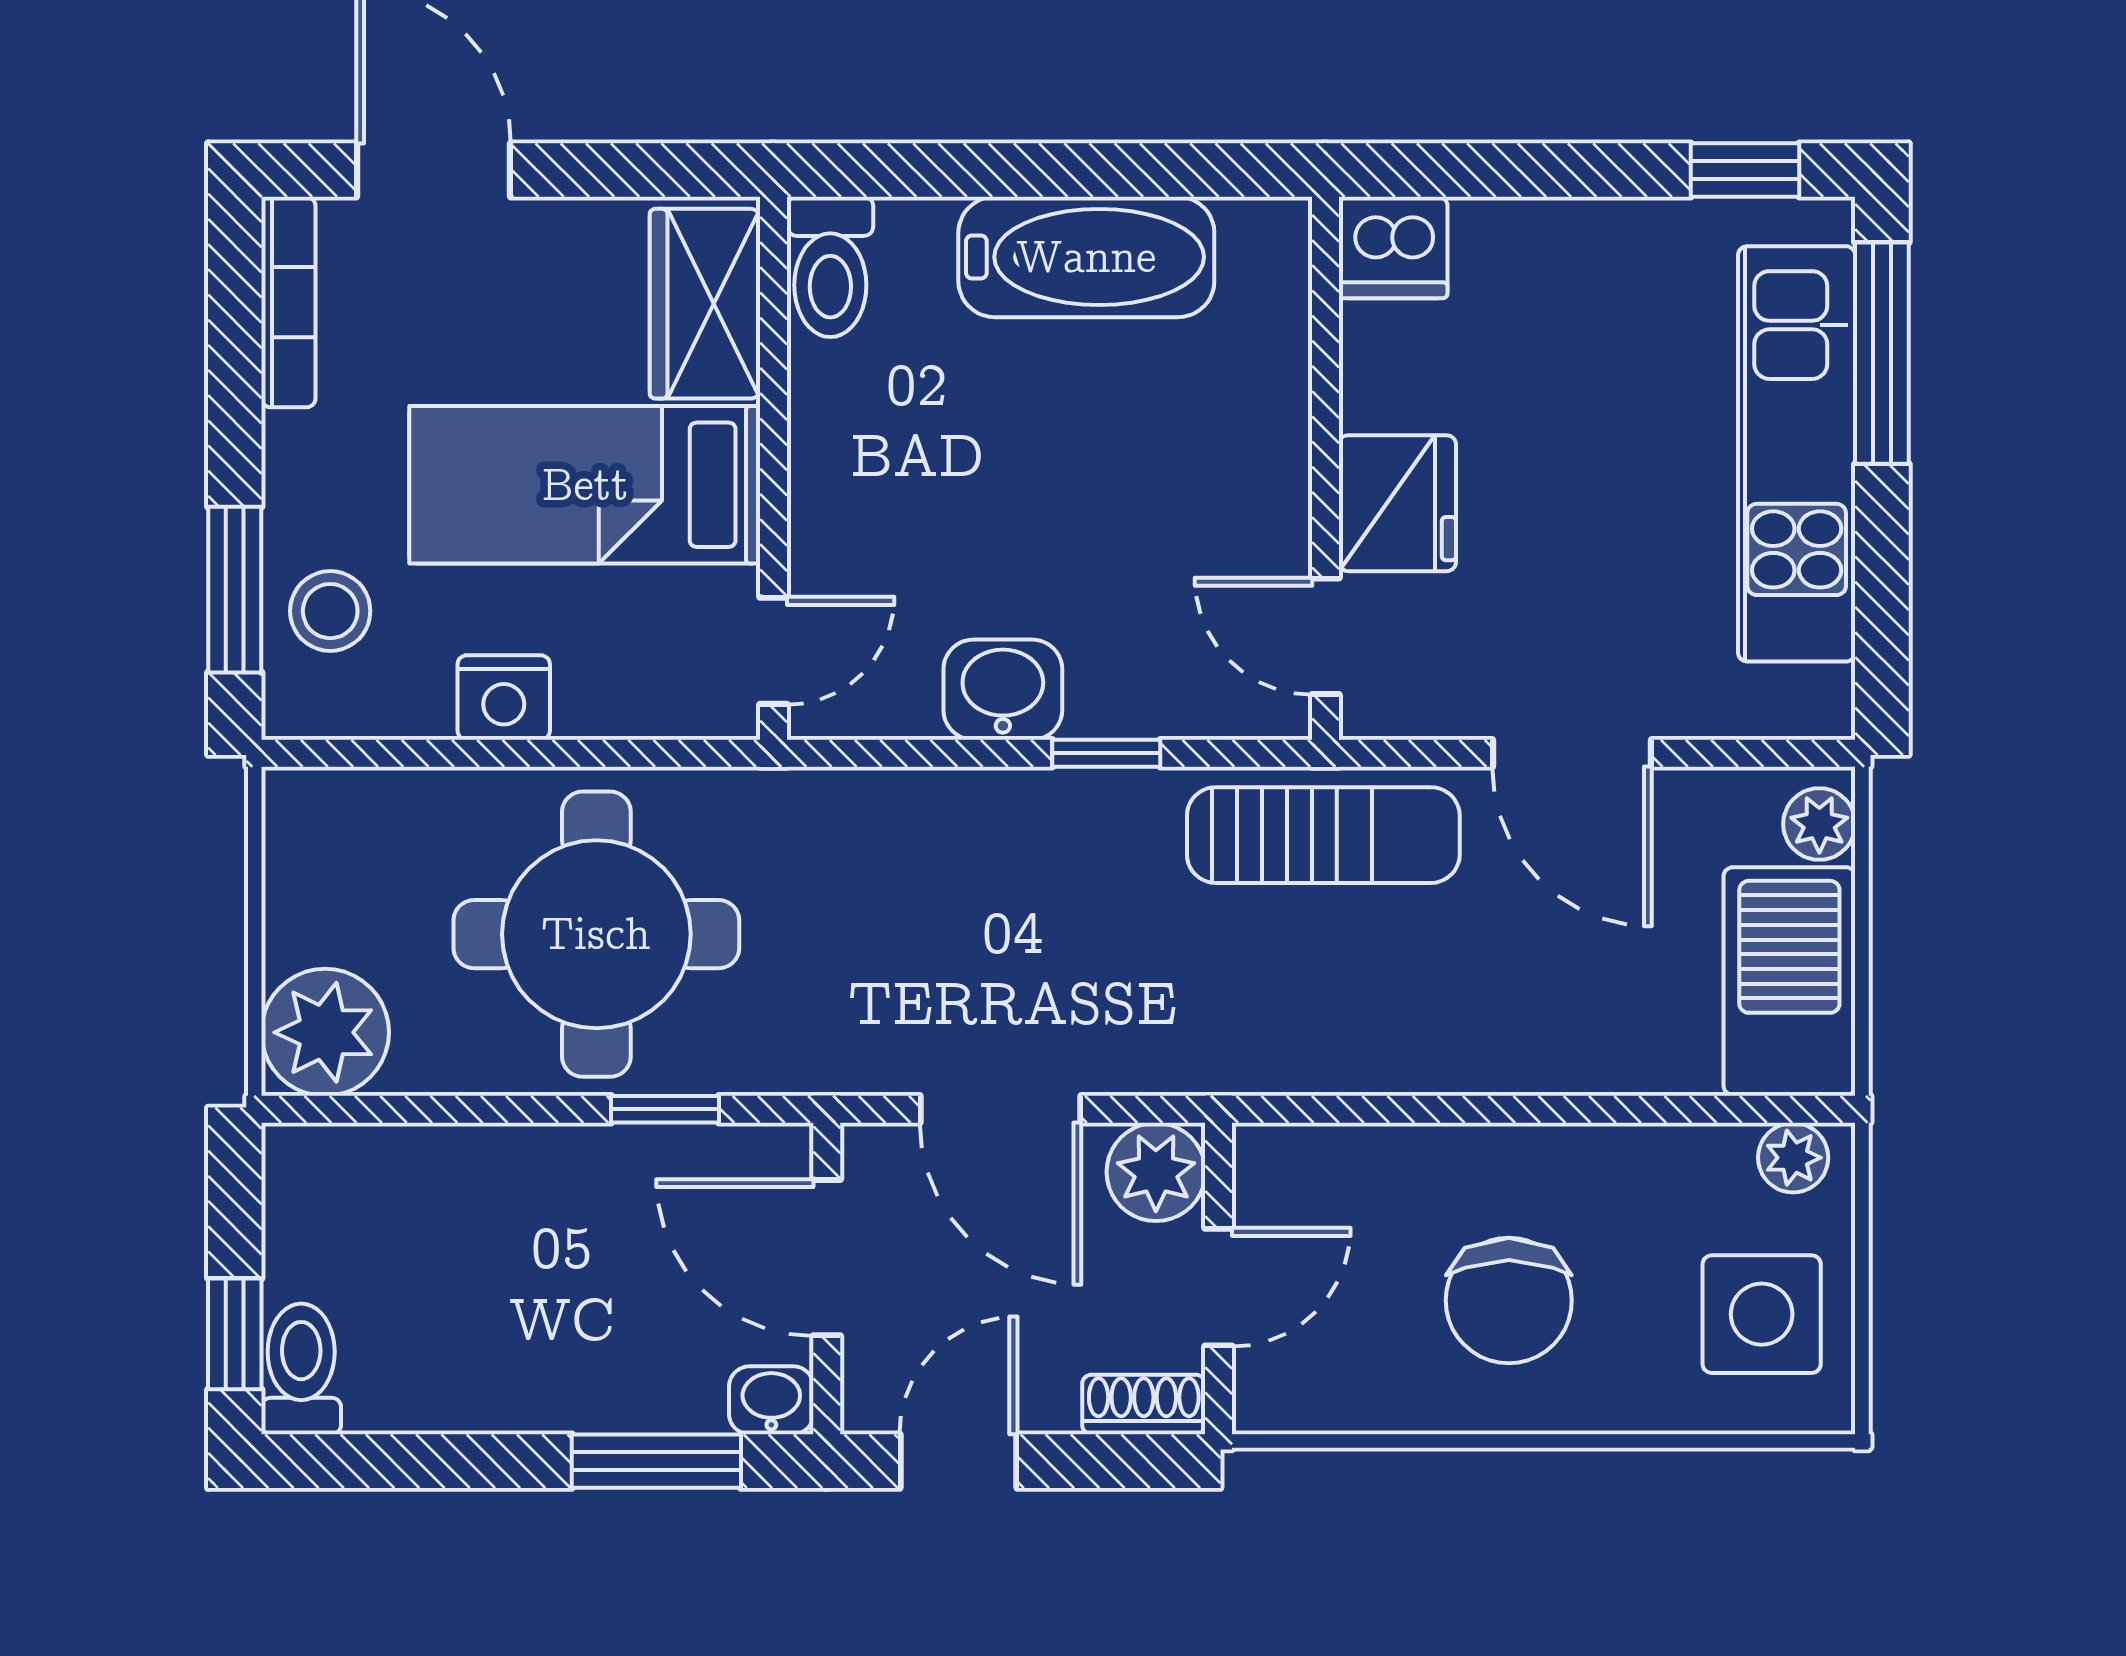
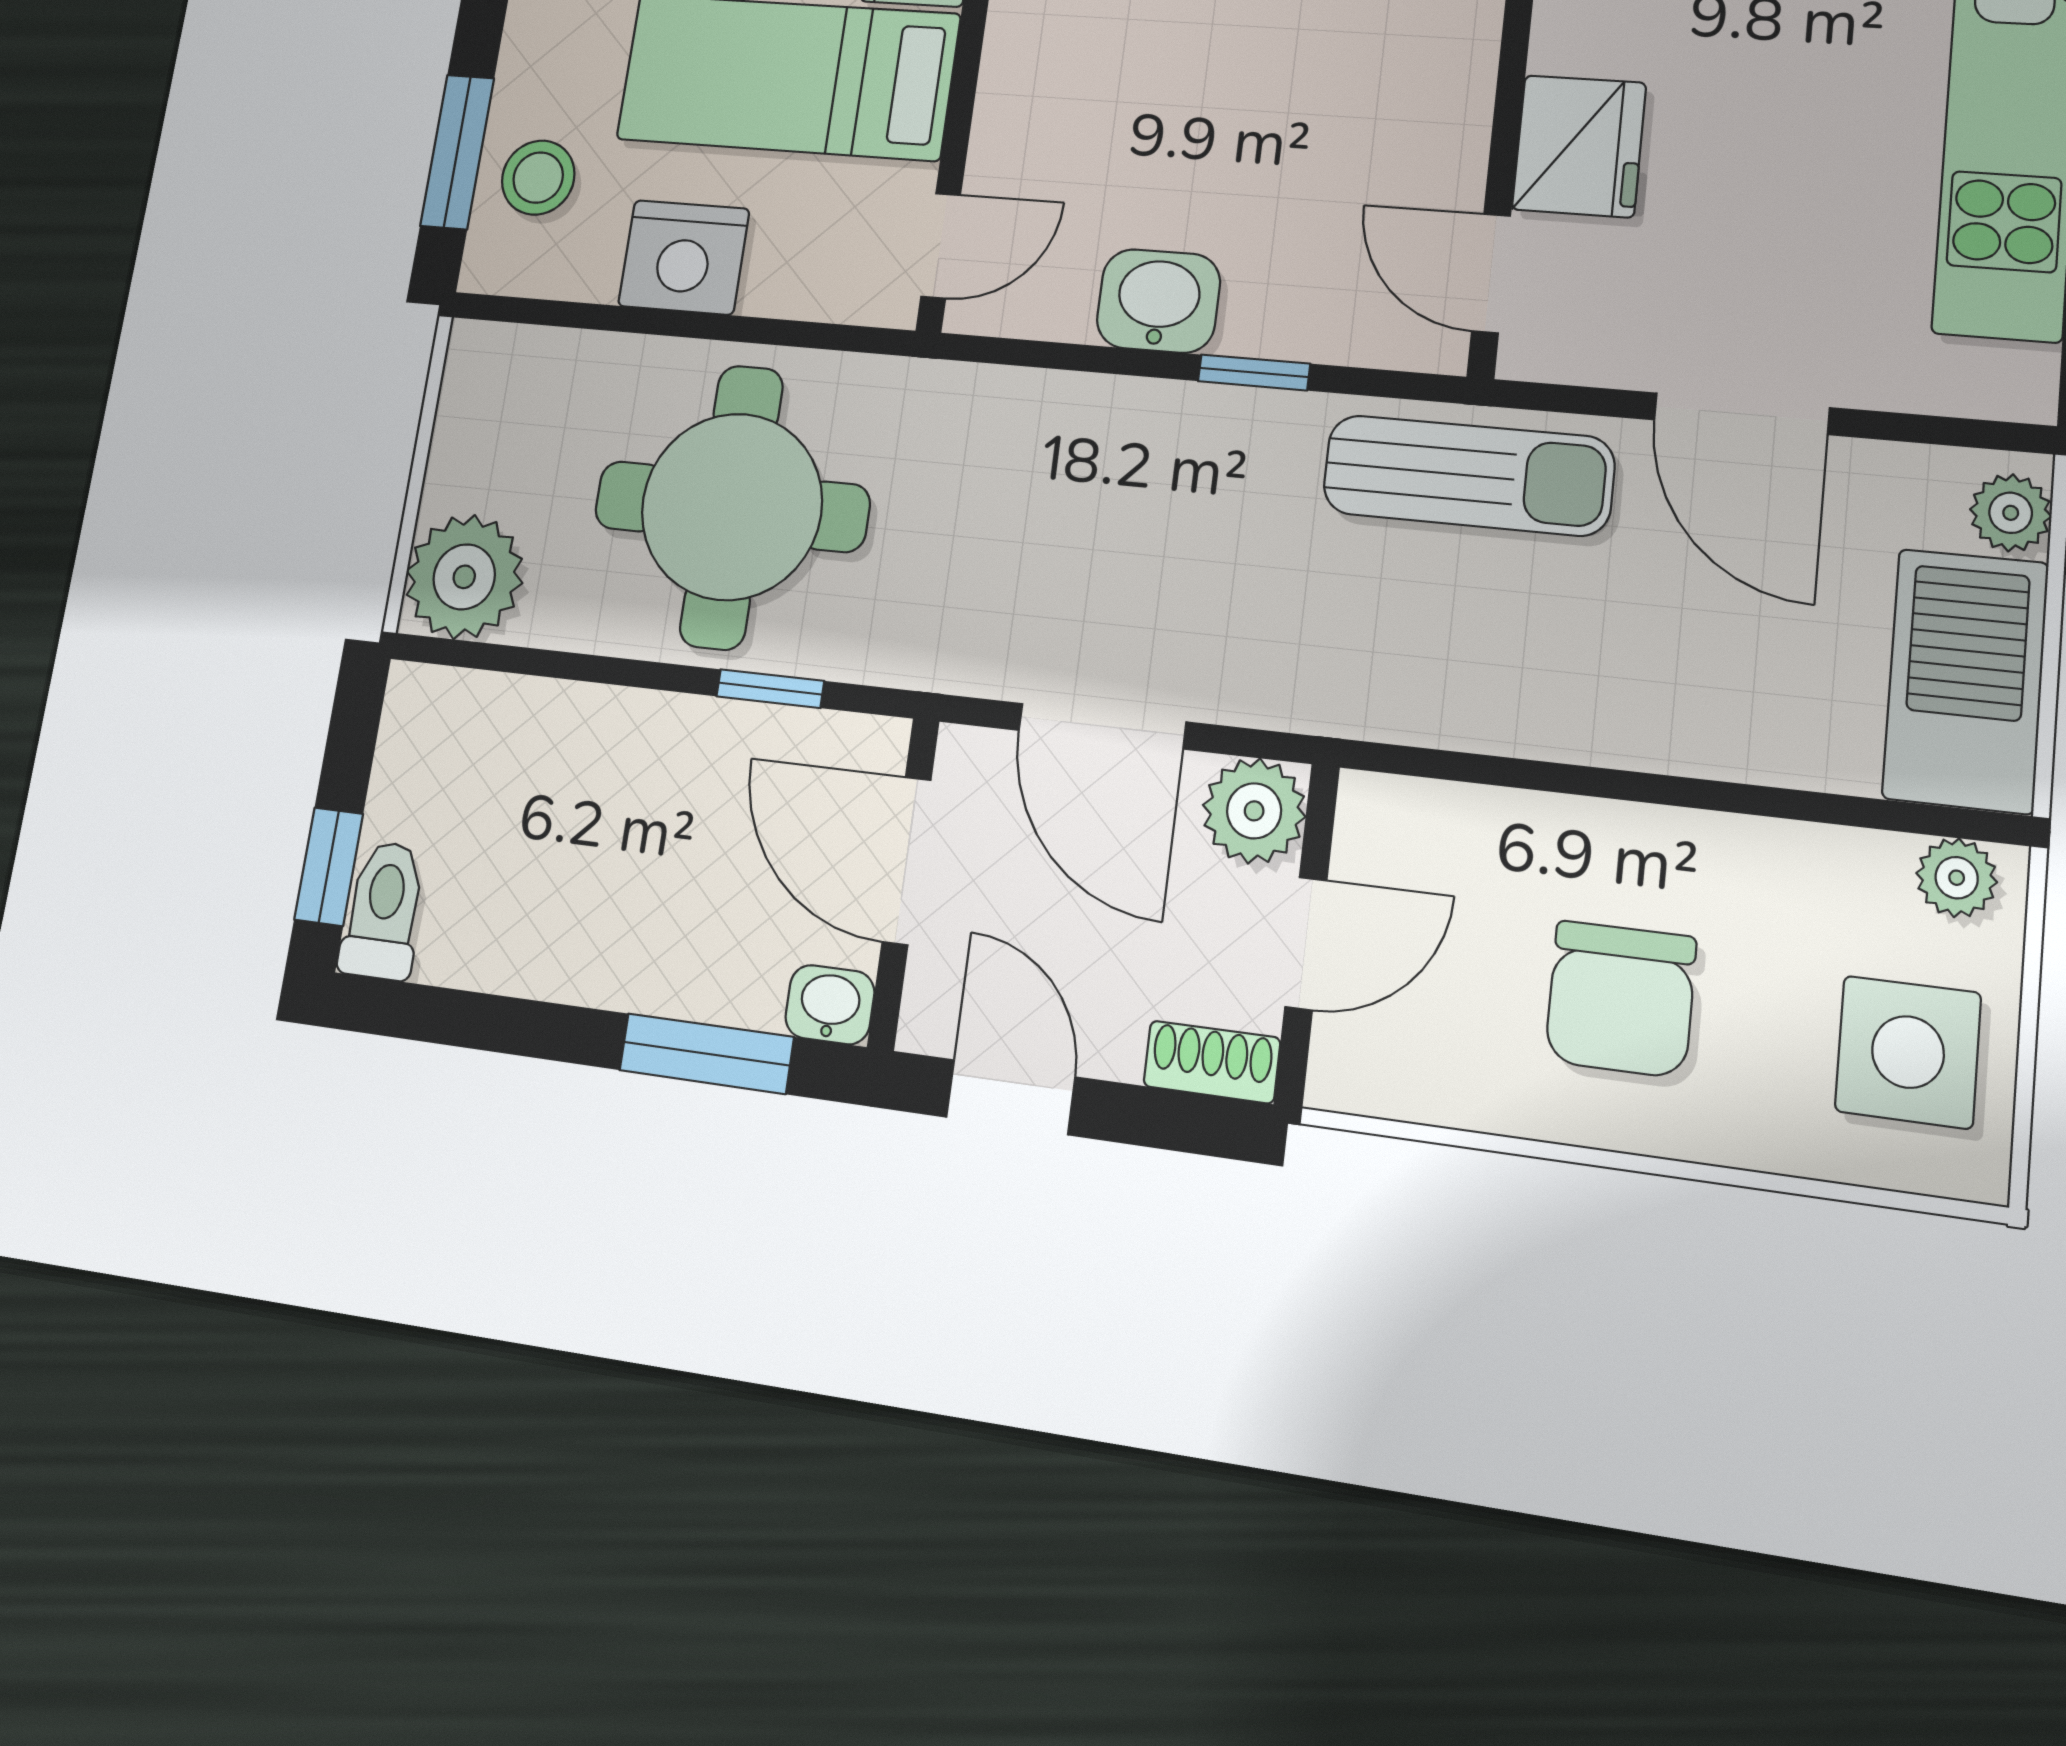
nightstand: (504, 697) -> (684, 257), width x1.36, depth x1.33
door: (959, 1461) -> (1011, 1097), hinge flipped

